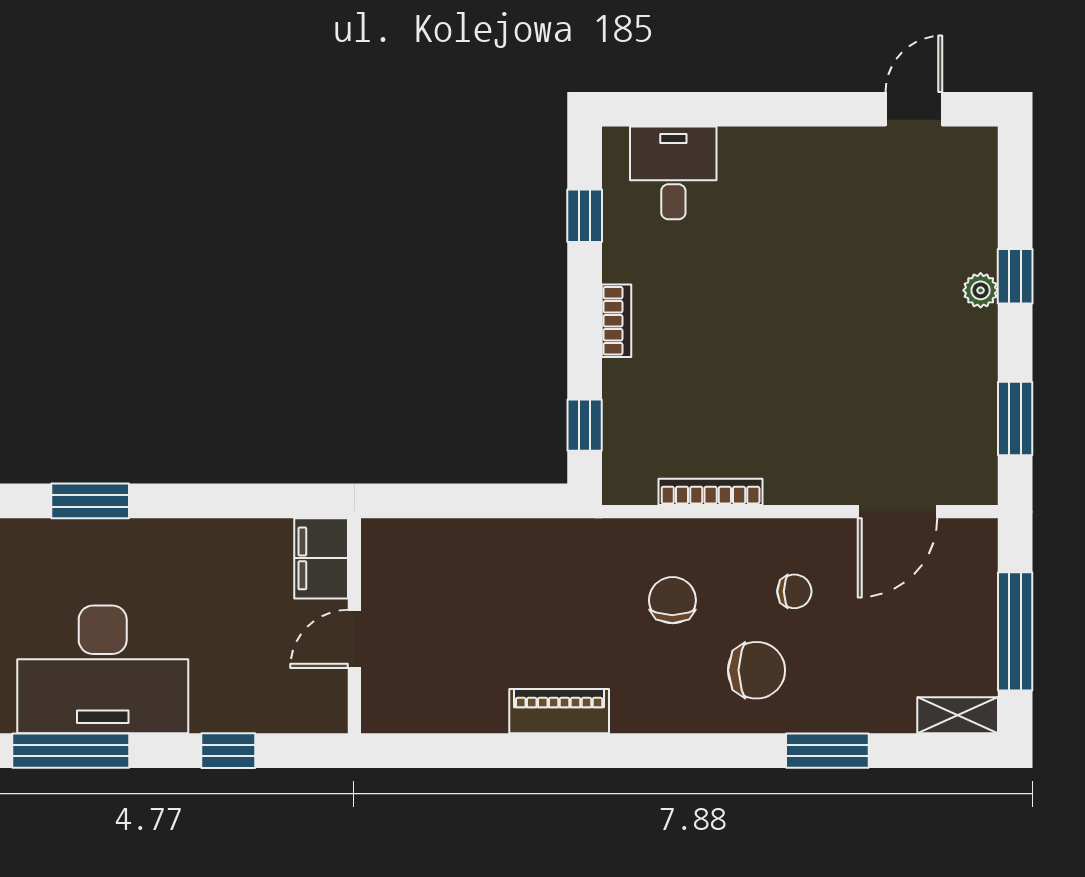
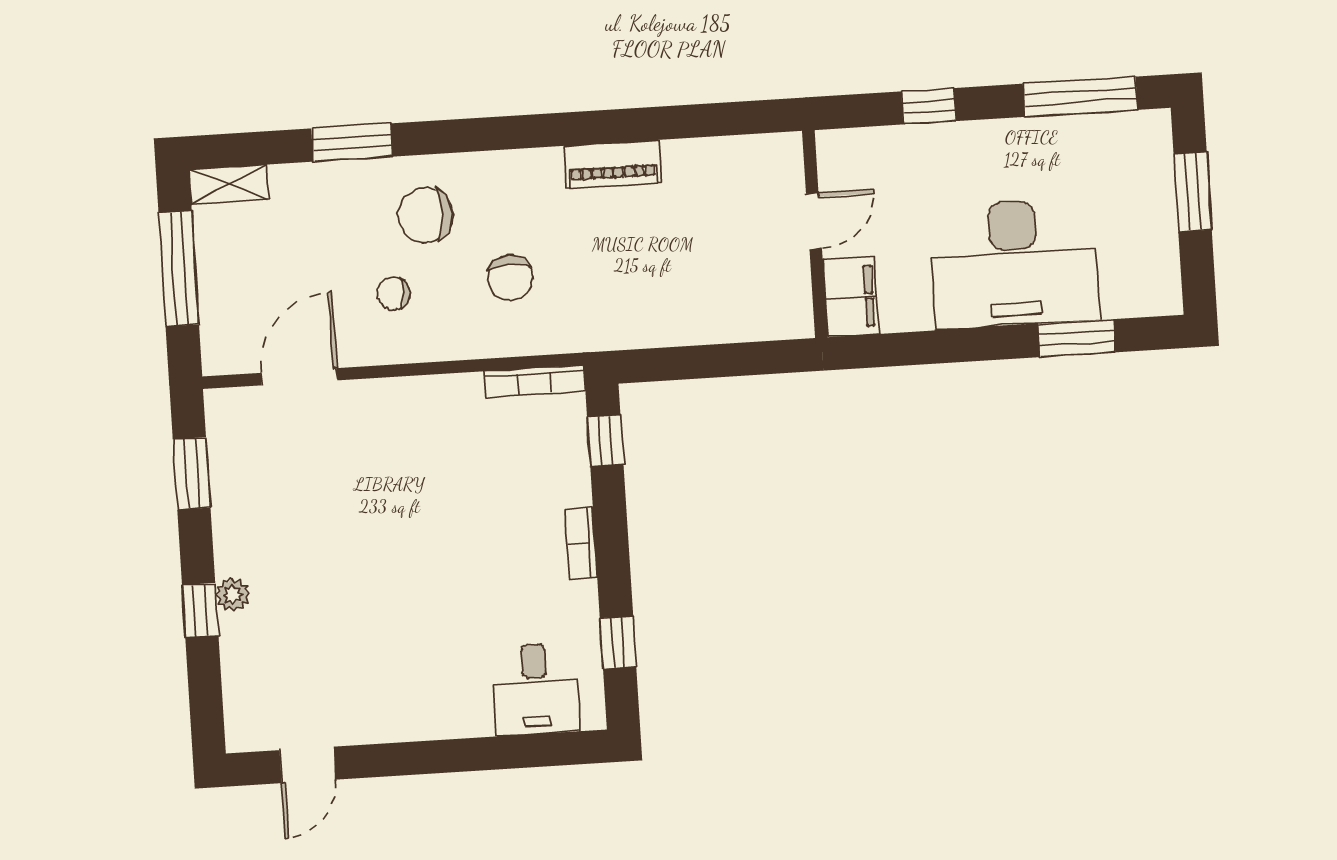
bookcase: (711, 492) -> (535, 381), moved
desk: (103, 669) -> (1014, 264), moved, turned 180

